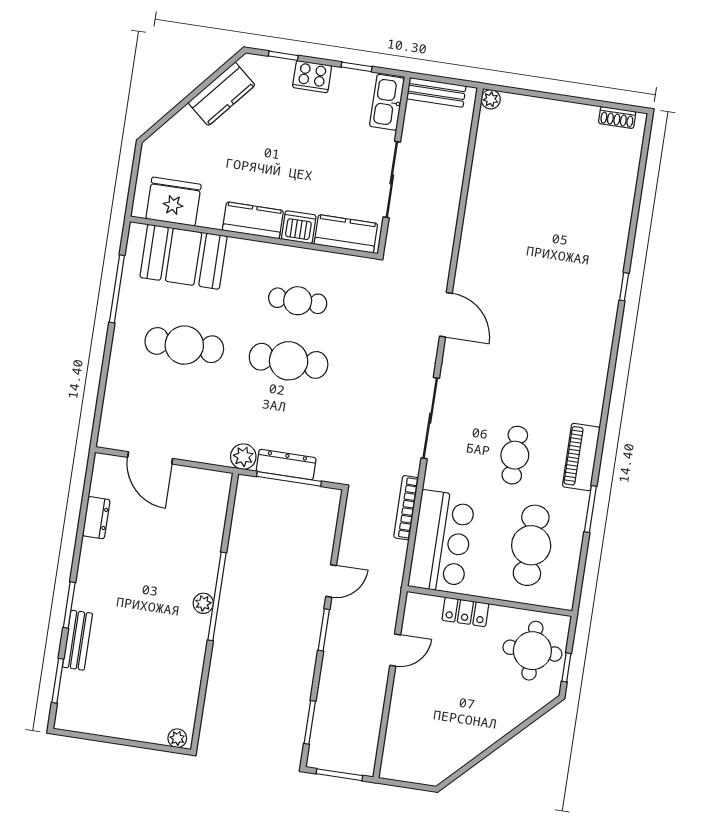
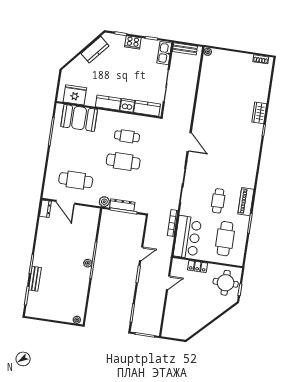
wardrobe: (614, 245) -> (259, 113), added
cafe table: (184, 345) -> (76, 180), moved
dresser: (96, 518) -> (45, 209), moved

